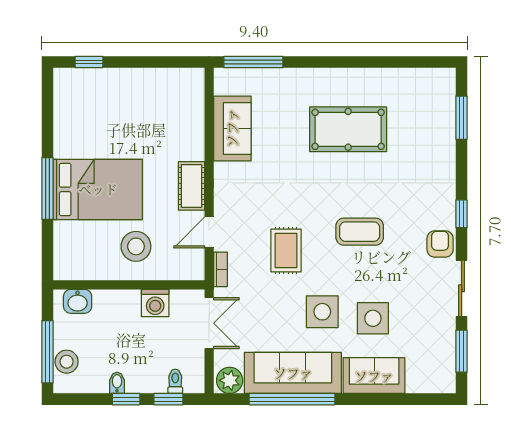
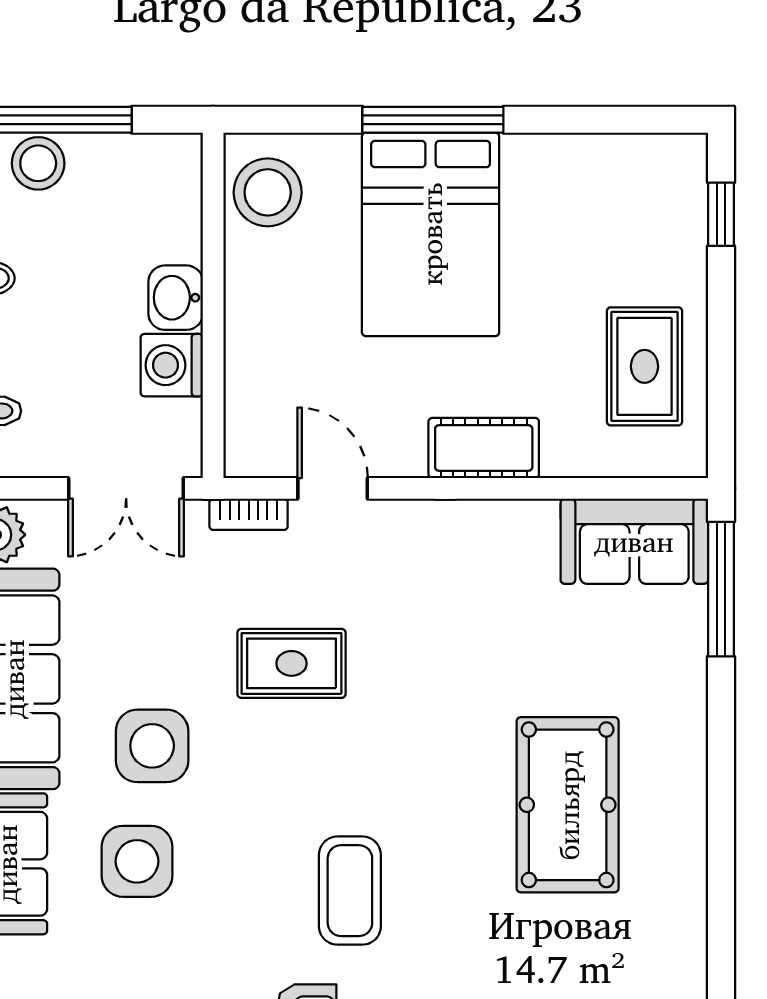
rug: (156, 96) -> (645, 366), added
sofa: (232, 128) -> (634, 541), moved
cot: (191, 186) -> (484, 448), moved
coffee table: (360, 232) -> (350, 891), moved
stool: (136, 246) -> (268, 192), moved
washbasin: (78, 301) -> (176, 298), moved

